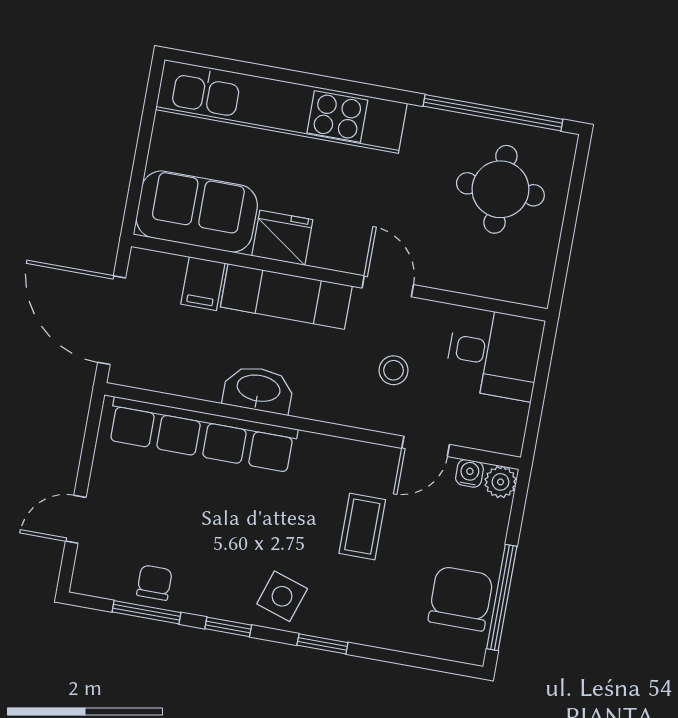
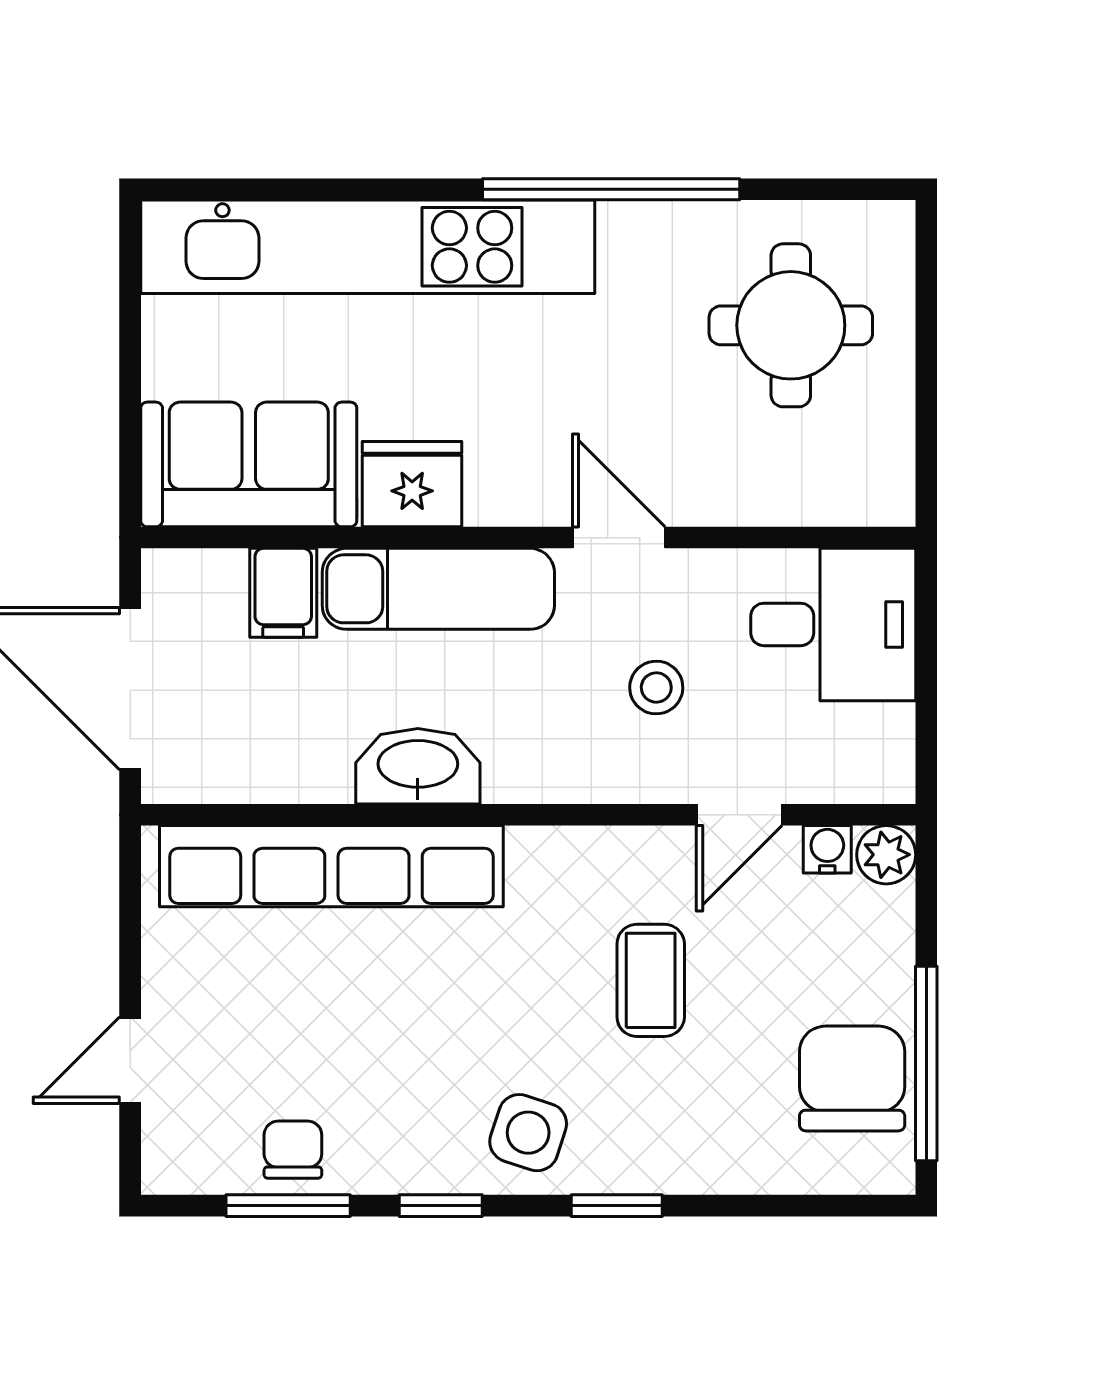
window: (493, 113) -> (611, 189), moved

